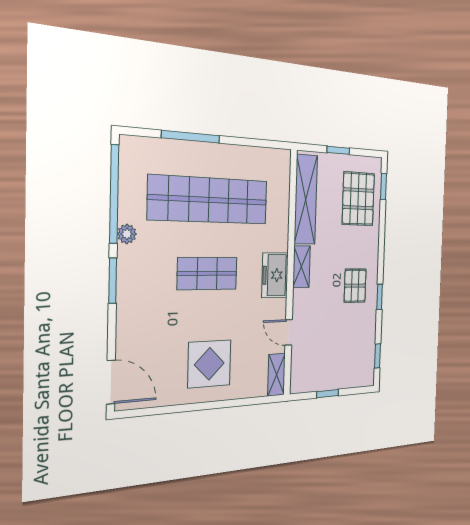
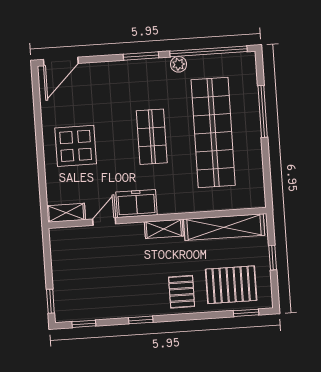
freezer: (275, 275) -> (136, 203), moved
pallet: (355, 286) -> (182, 292), moved, turned 90
window: (327, 394) -> (50, 301), moved

